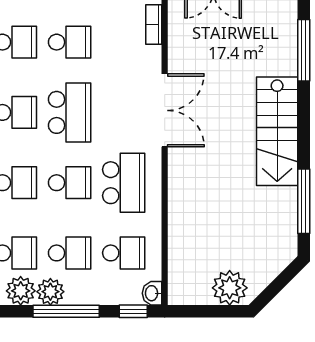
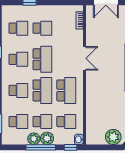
double door: (165, 110) -> (84, 58), width x0.73
school desk: (70, 183) -> (42, 90), width x1.85
plant: (21, 291) -> (47, 138), moved

